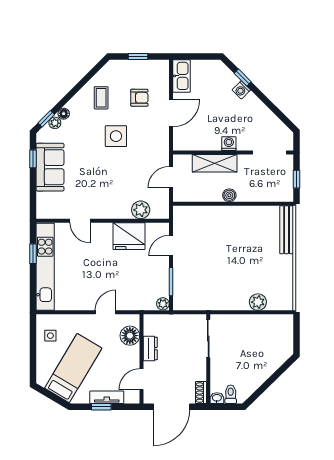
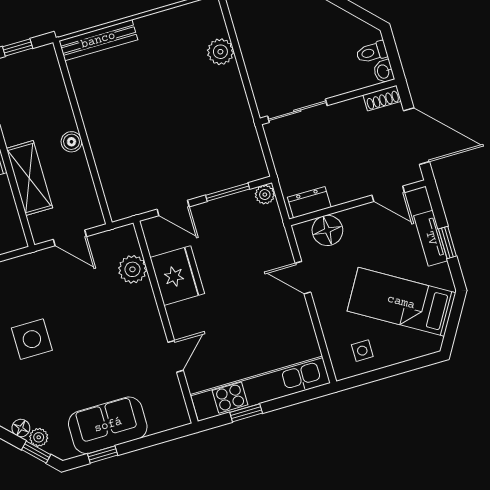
dresser: (150, 349) -> (309, 202), moved

